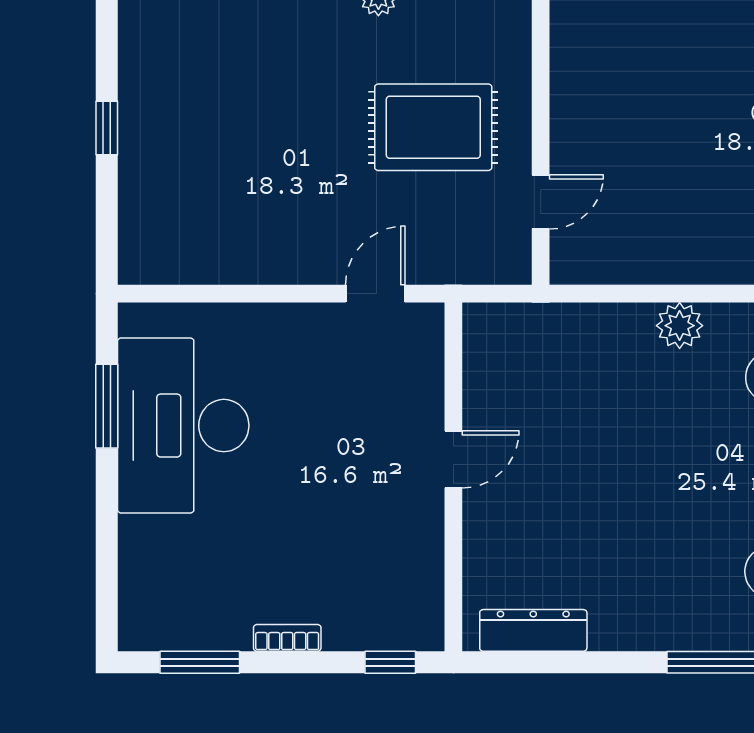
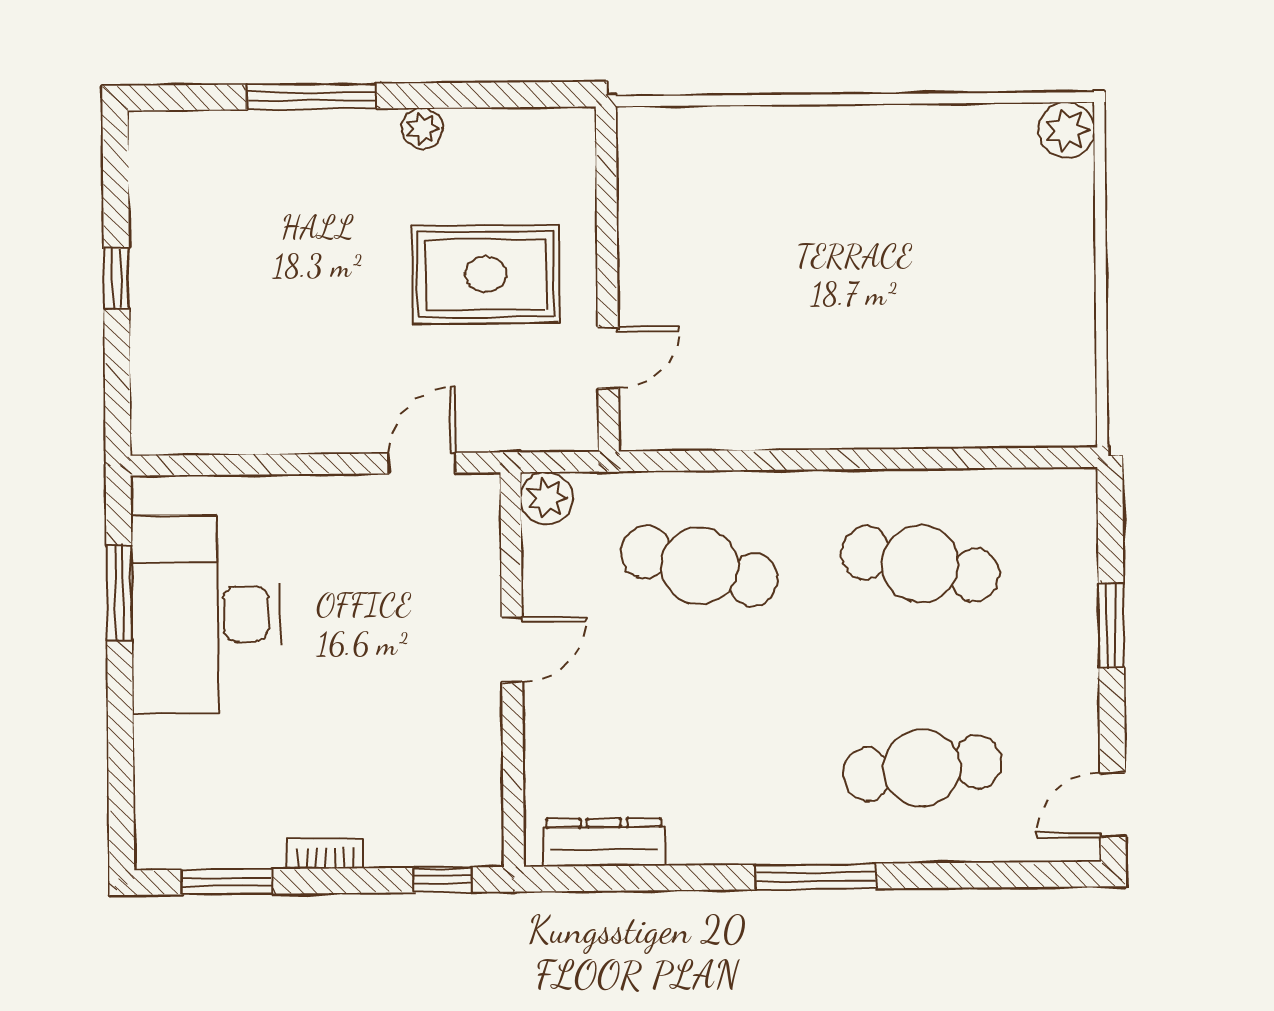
plant: (680, 326) -> (547, 498), moved
cafe table: (620, 387) -> (699, 566), added

